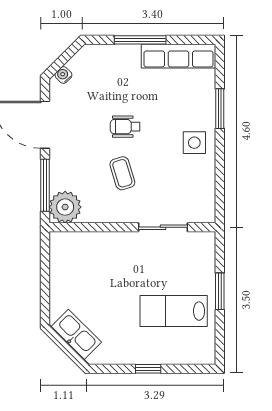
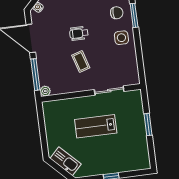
chair: (192, 101) -> (117, 13), added
plant: (65, 207) -> (45, 91), width x0.53, depth x0.53
lab bench: (174, 311) -> (96, 126), moved

